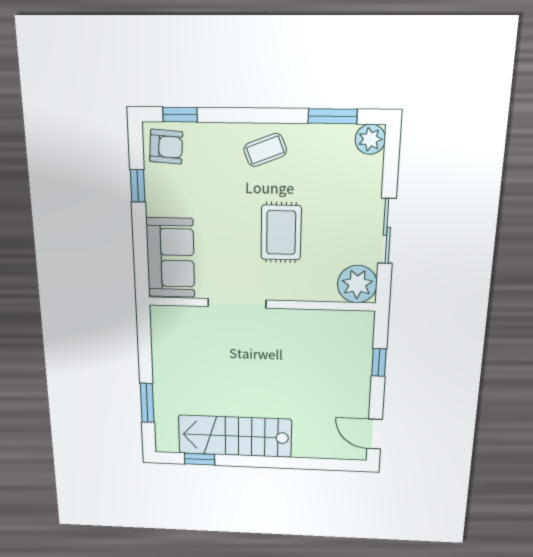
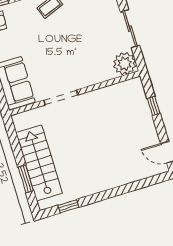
rug: (281, 233) -> (73, 48), removed
stairs: (235, 436) -> (39, 163), moved, turned 90

